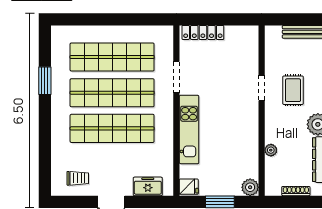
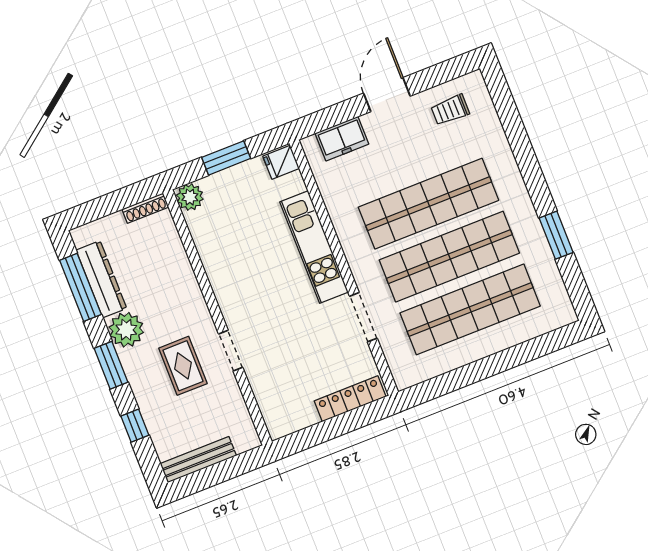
plant: (271, 150) -> (181, 264), removed
shoe rack: (296, 191) -> (145, 208), moved

